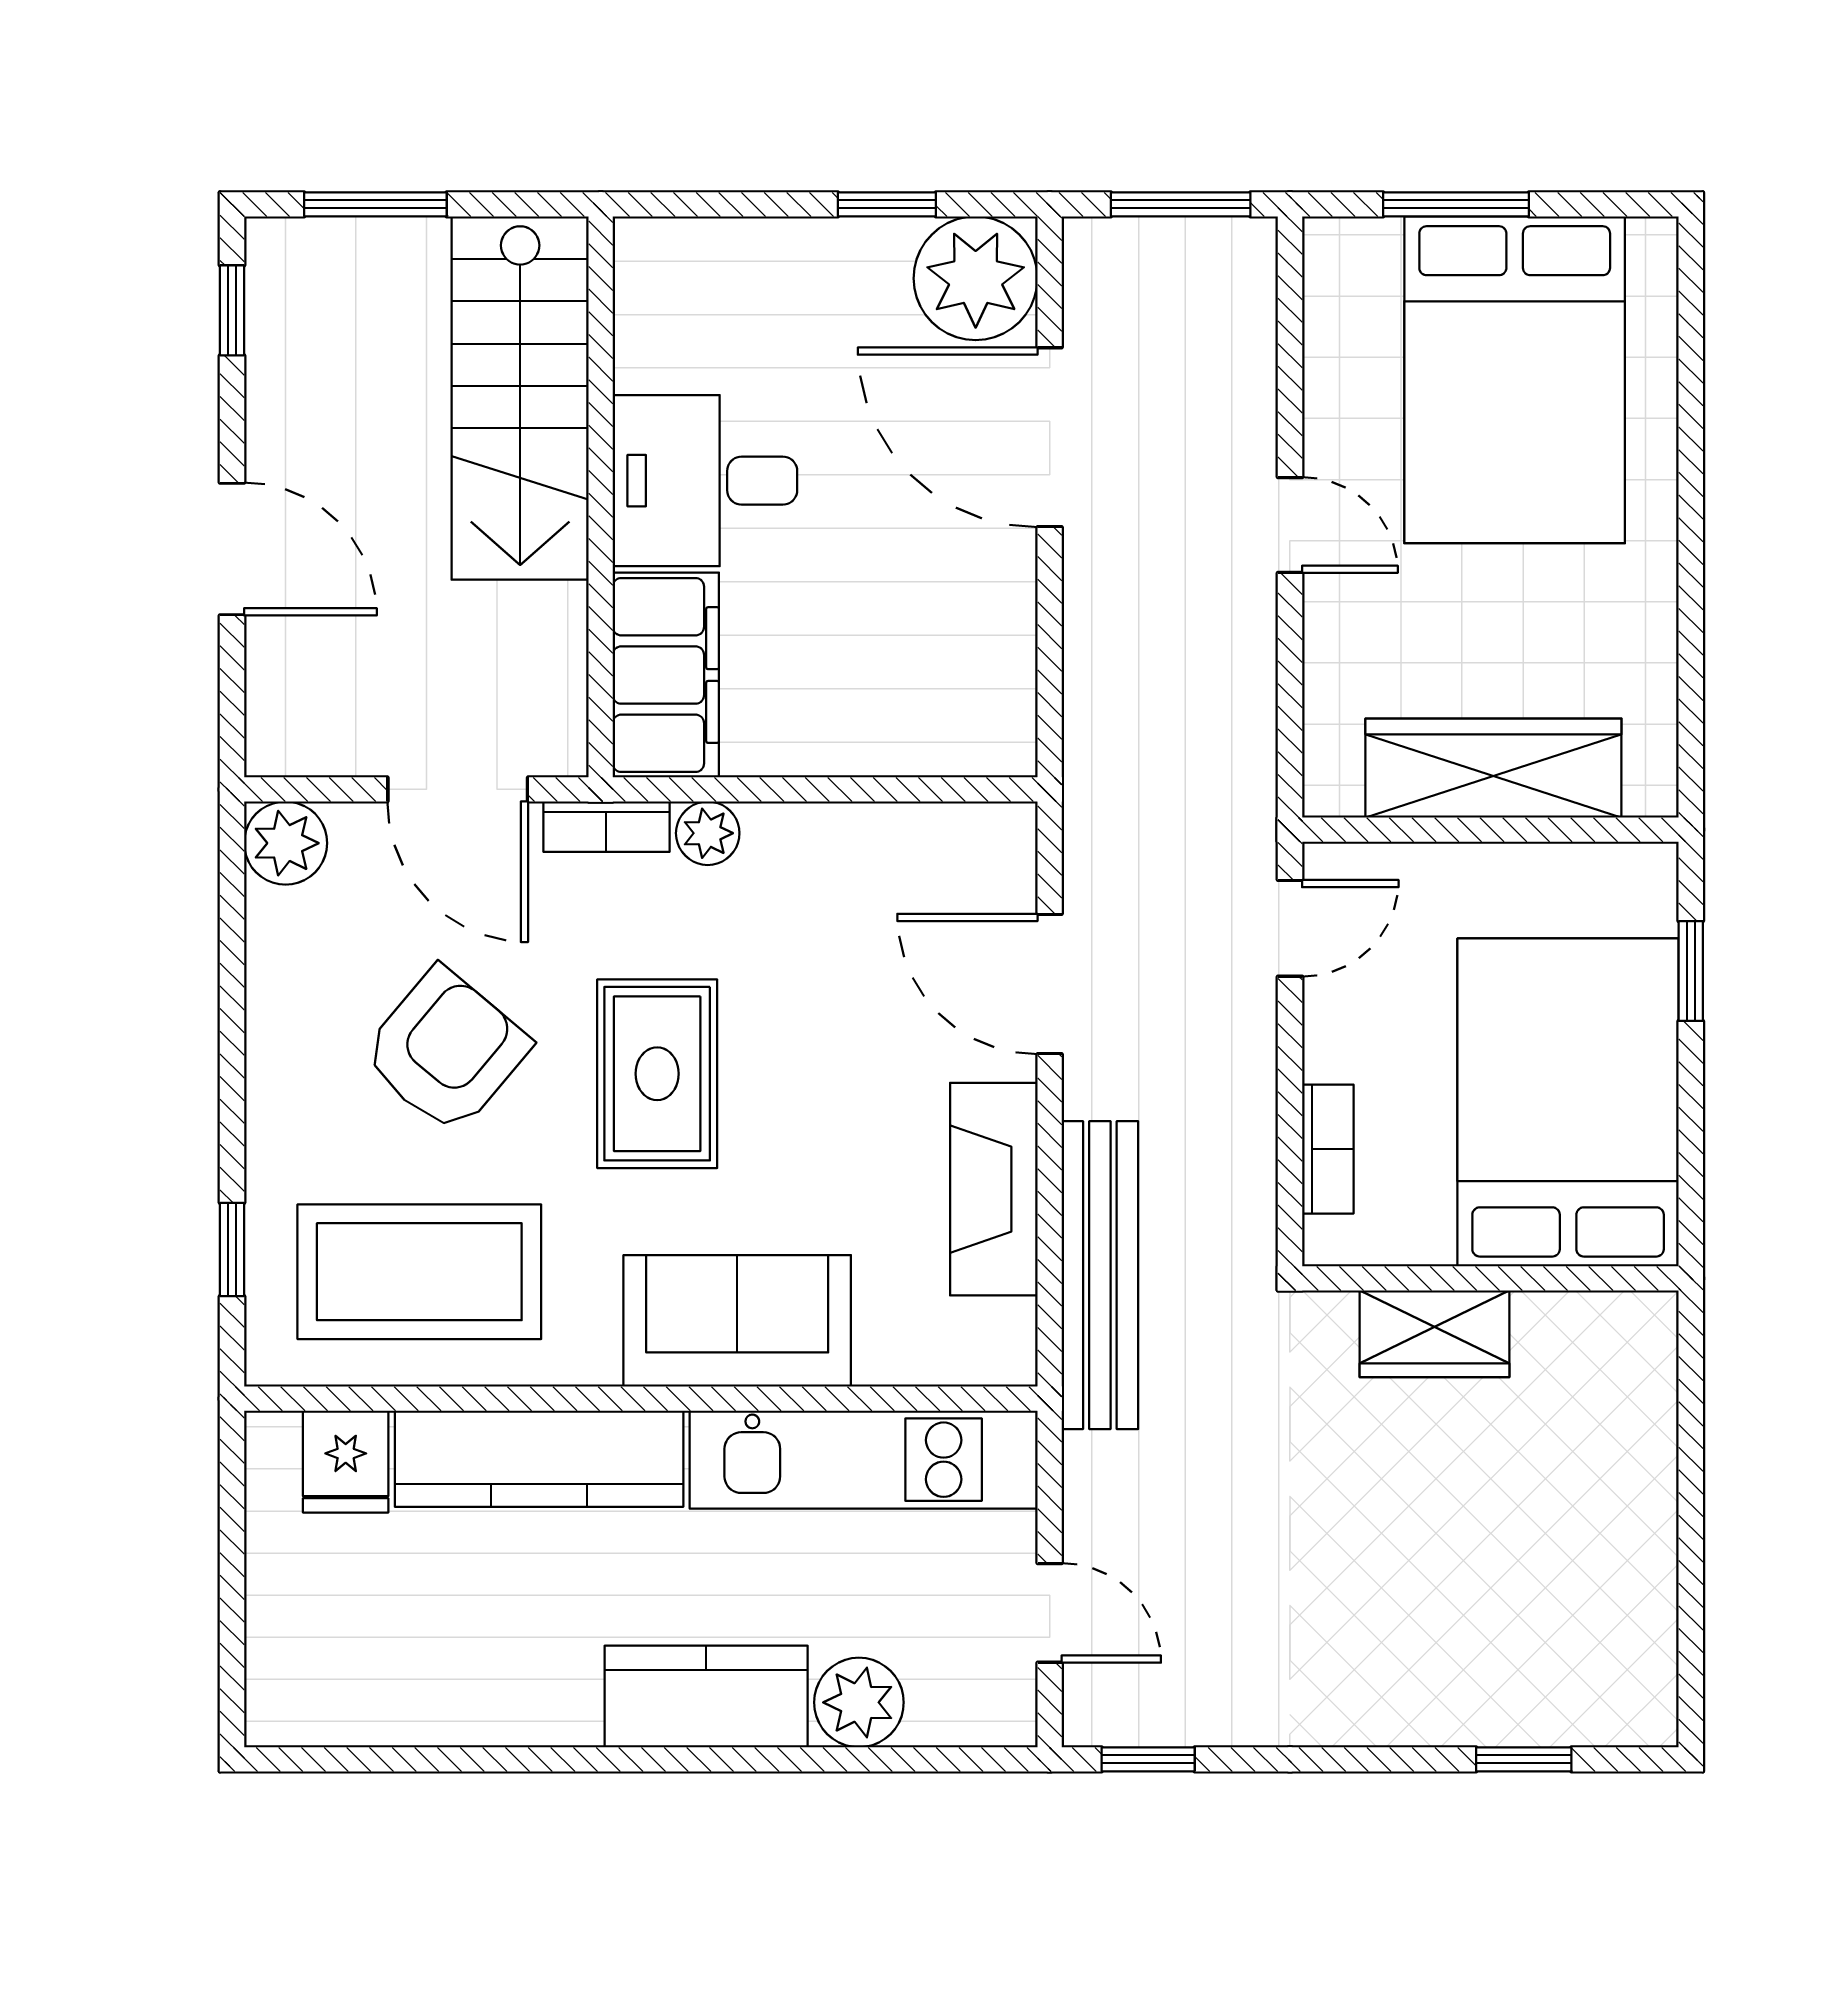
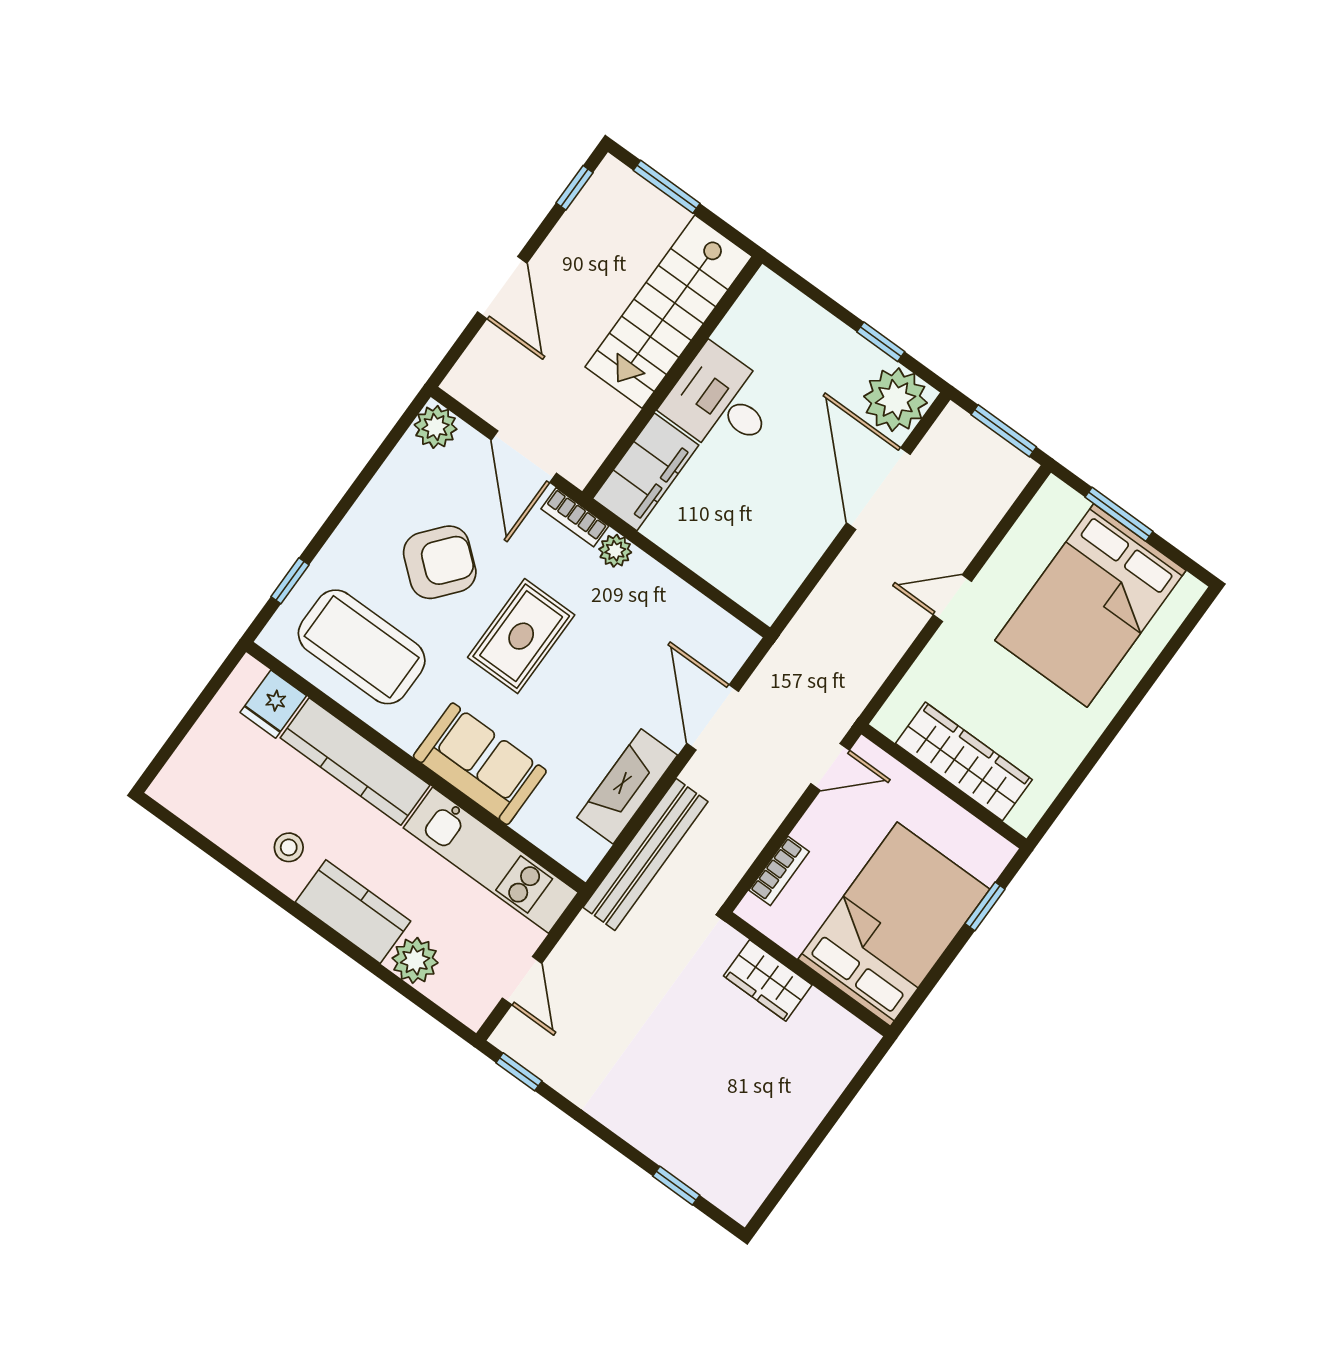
door: (1290, 525) -> (952, 598), swing flipped
stool: (533, 1669) -> (289, 847), added

